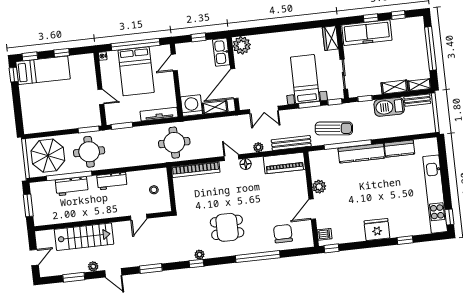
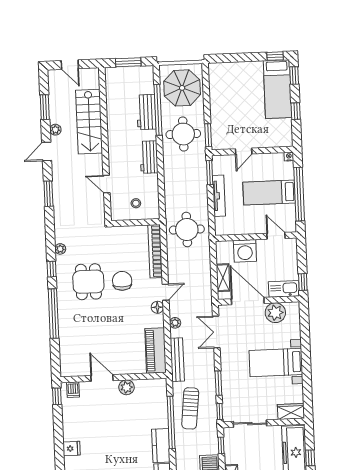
window: (199, 37) -> (303, 282), moved
plant: (242, 45) -> (275, 313), moved
bed: (136, 71) -> (269, 193), width x0.67
bed with nightstands: (305, 79) -> (276, 363), moved, turned 180
washing machine: (192, 106) -> (245, 251), moved, turned 90
tv unit: (159, 114) -> (219, 196), moved
kitchen counter: (361, 153) -> (161, 446), width x0.67
fridge: (377, 229) -> (72, 449), width x0.53, depth x0.75
chair: (283, 234) -> (122, 281), moved, turned -90
window: (196, 263) -> (52, 269), moved

